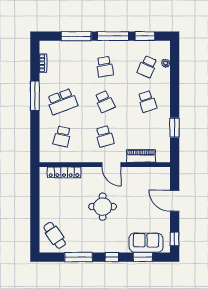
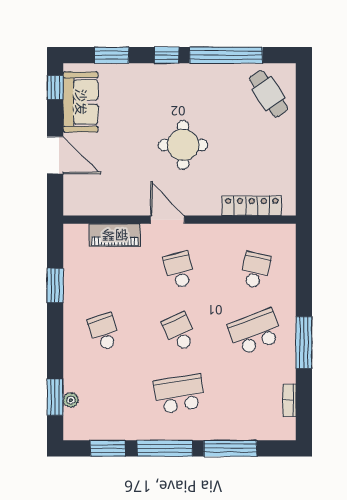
window: (175, 65) -> (55, 397), added
school desk: (105, 67) -> (179, 394), width x1.85
school desk: (147, 67) -> (104, 394), removed
sofa: (146, 243) -> (81, 102), moved, turned -90
window: (79, 257) -> (226, 55), width x1.46

